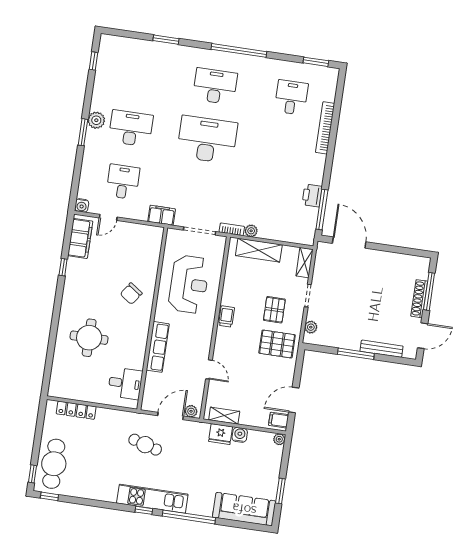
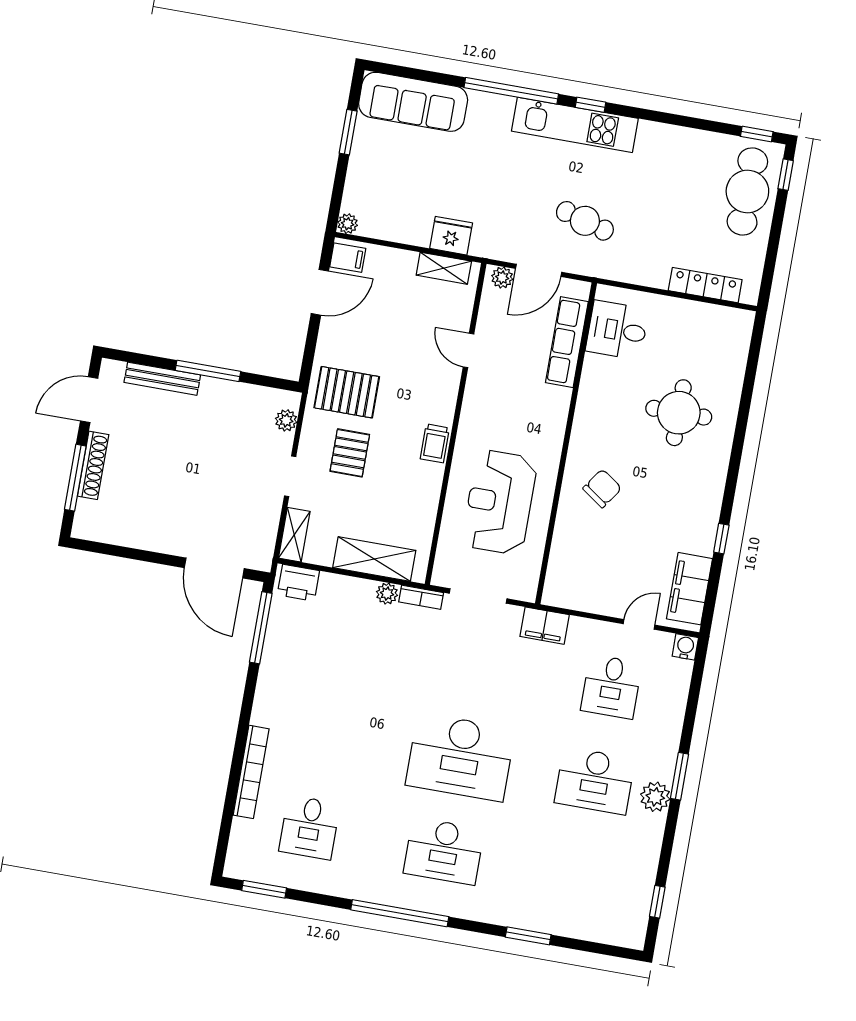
printer: (312, 196) -> (298, 583), moved, turned 90
row of seats: (158, 347) -> (567, 342), moved
water cooler: (240, 435) -> (417, 233), removed

